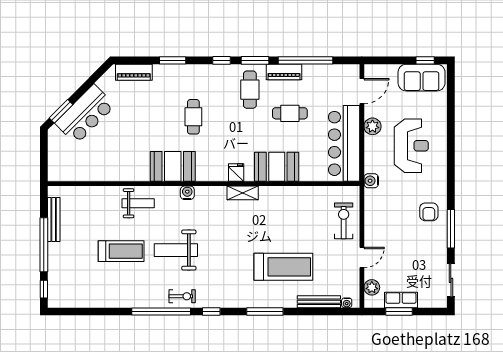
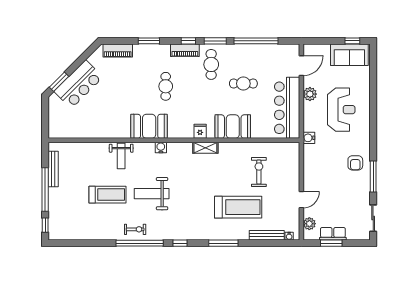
piano: (284, 72) -> (185, 50), moved
weight bench: (138, 203) -> (121, 156), turned 90
exercise bike: (344, 221) -> (259, 172), moved
exercise bike: (182, 296) -> (135, 229), moved

